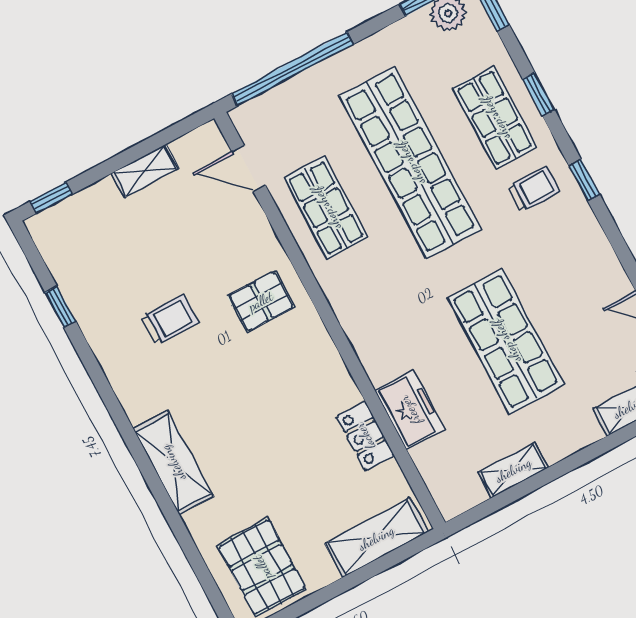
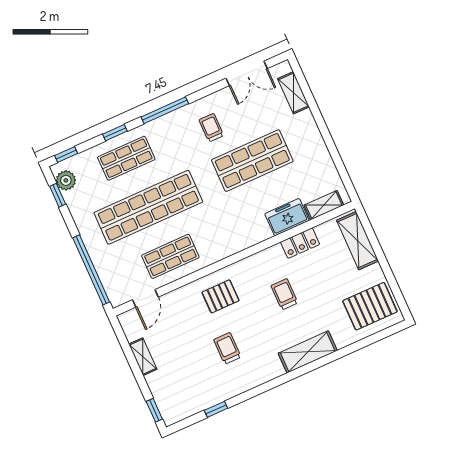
window: (584, 180) -> (165, 110), width x2.17
trolley: (534, 189) -> (211, 128), moved
pallet: (261, 301) -> (220, 296), turned 90
trolley: (273, 414) -> (284, 294), added
shelving: (513, 470) -> (324, 205), moved, turned 90

